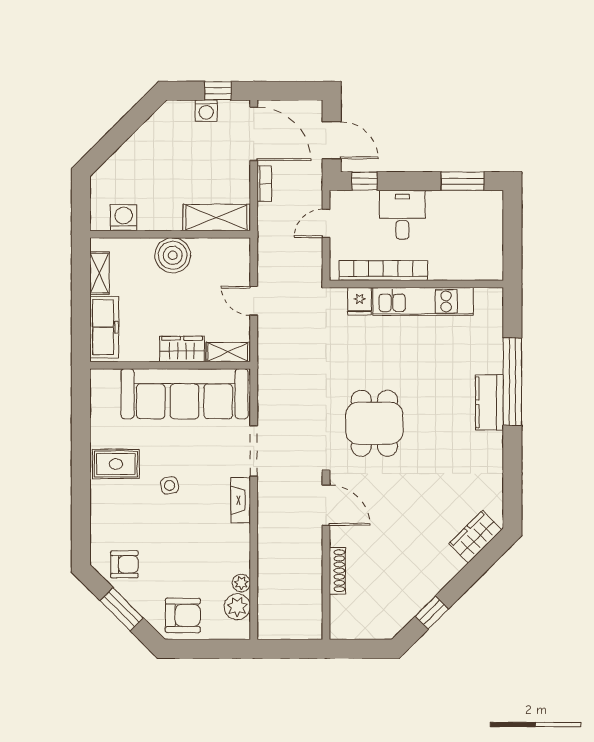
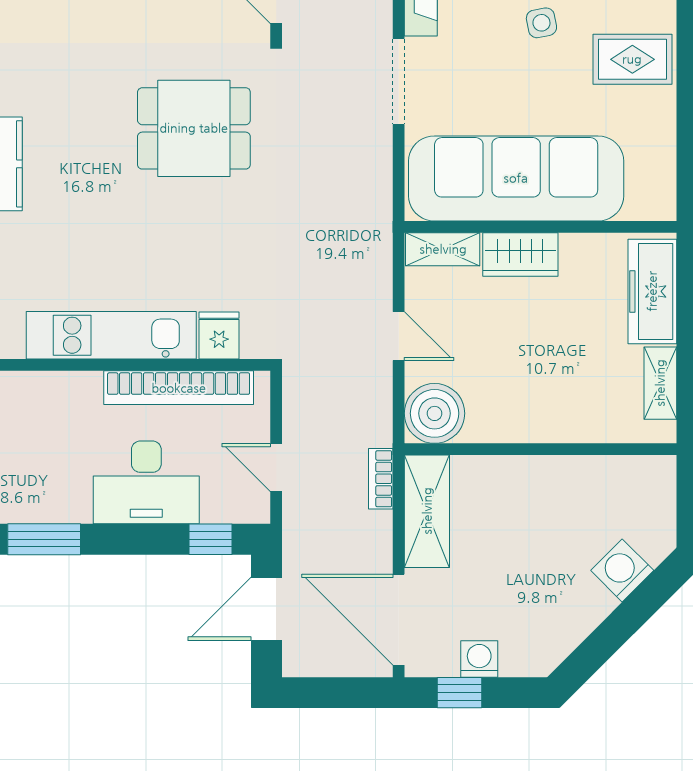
door: (332, 140) -> (266, 609), hinge flipped
bookcase: (264, 184) -> (381, 479), moved
desk: (402, 215) -> (146, 482), width x1.37
washing machine: (124, 218) -> (622, 570), moved, turned 135
shelving: (216, 218) -> (427, 511), moved, turned 90
door: (326, 223) -> (276, 468), swing flipped
boiler: (173, 255) -> (435, 413), moved
dining table: (374, 423) -> (194, 128), turned 90

